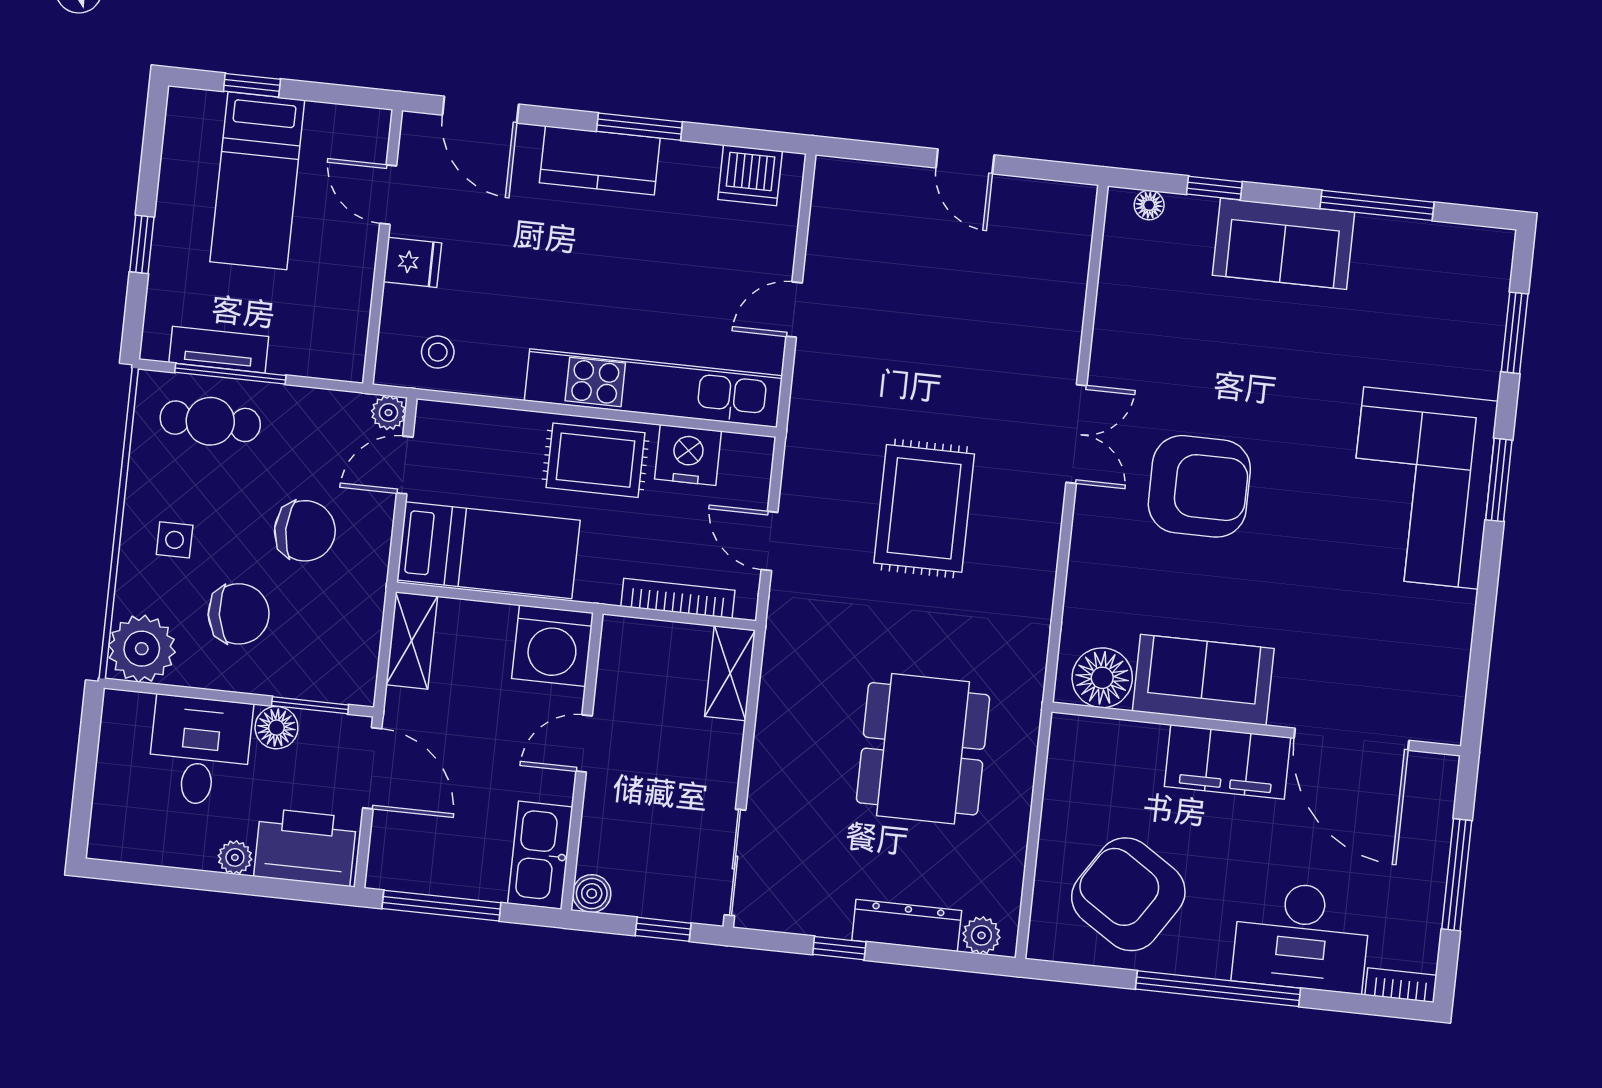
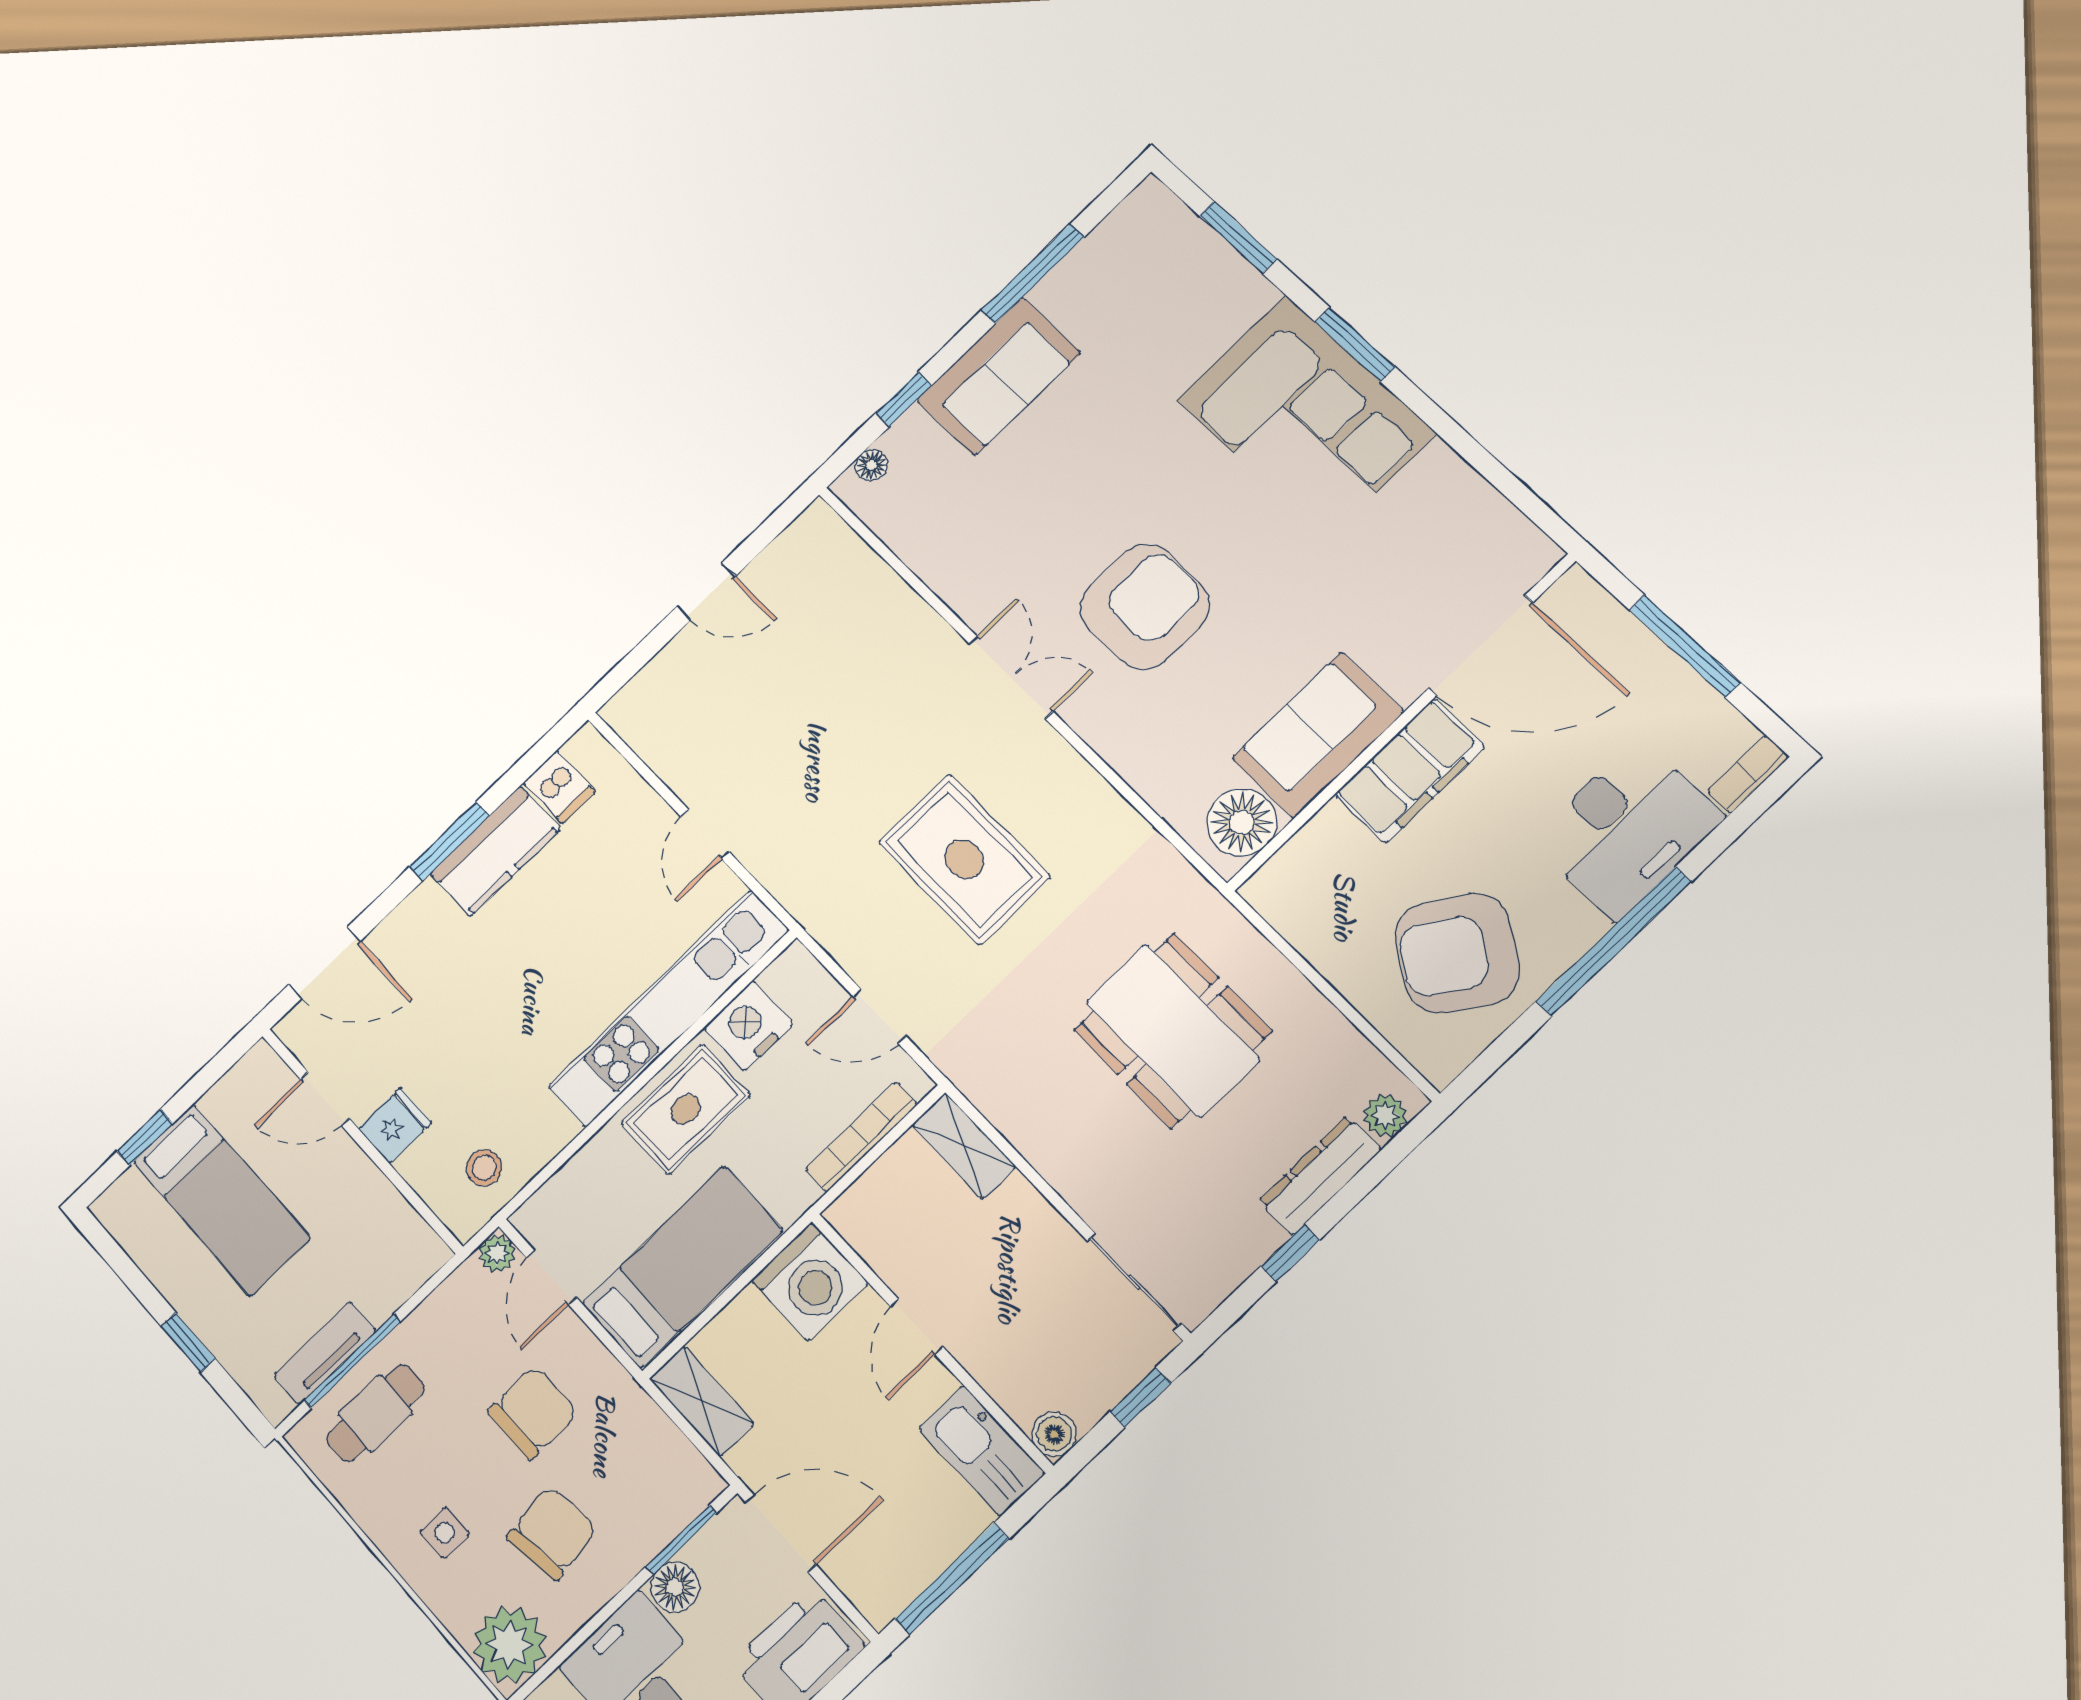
kitchen counter: (600, 160) -> (495, 851), moved
dishwasher: (750, 175) -> (559, 787), width x0.73

